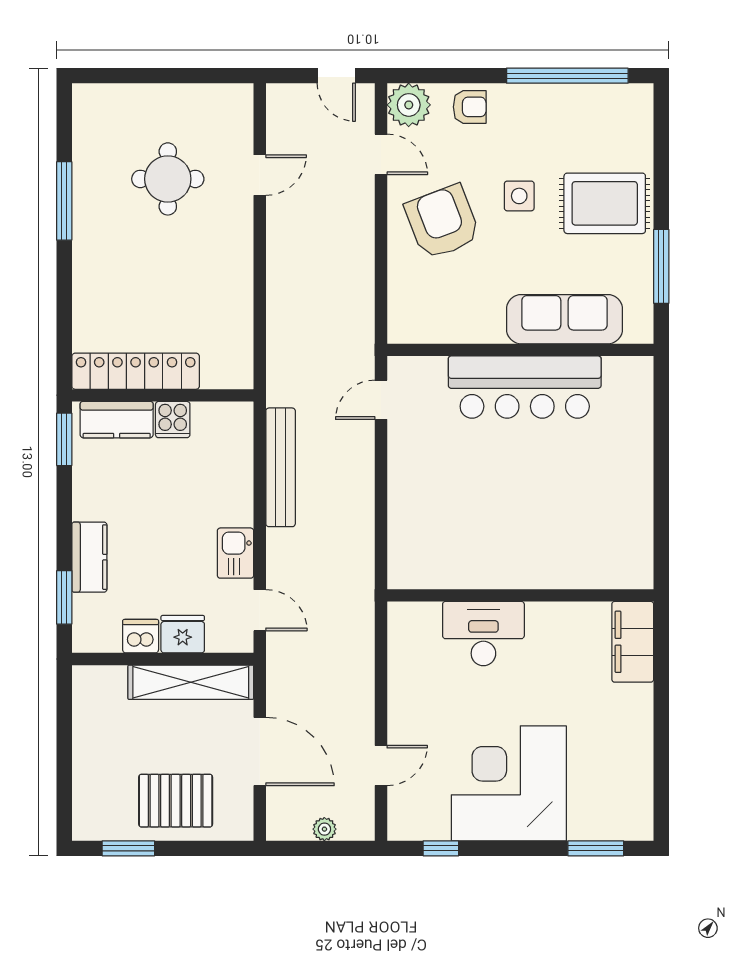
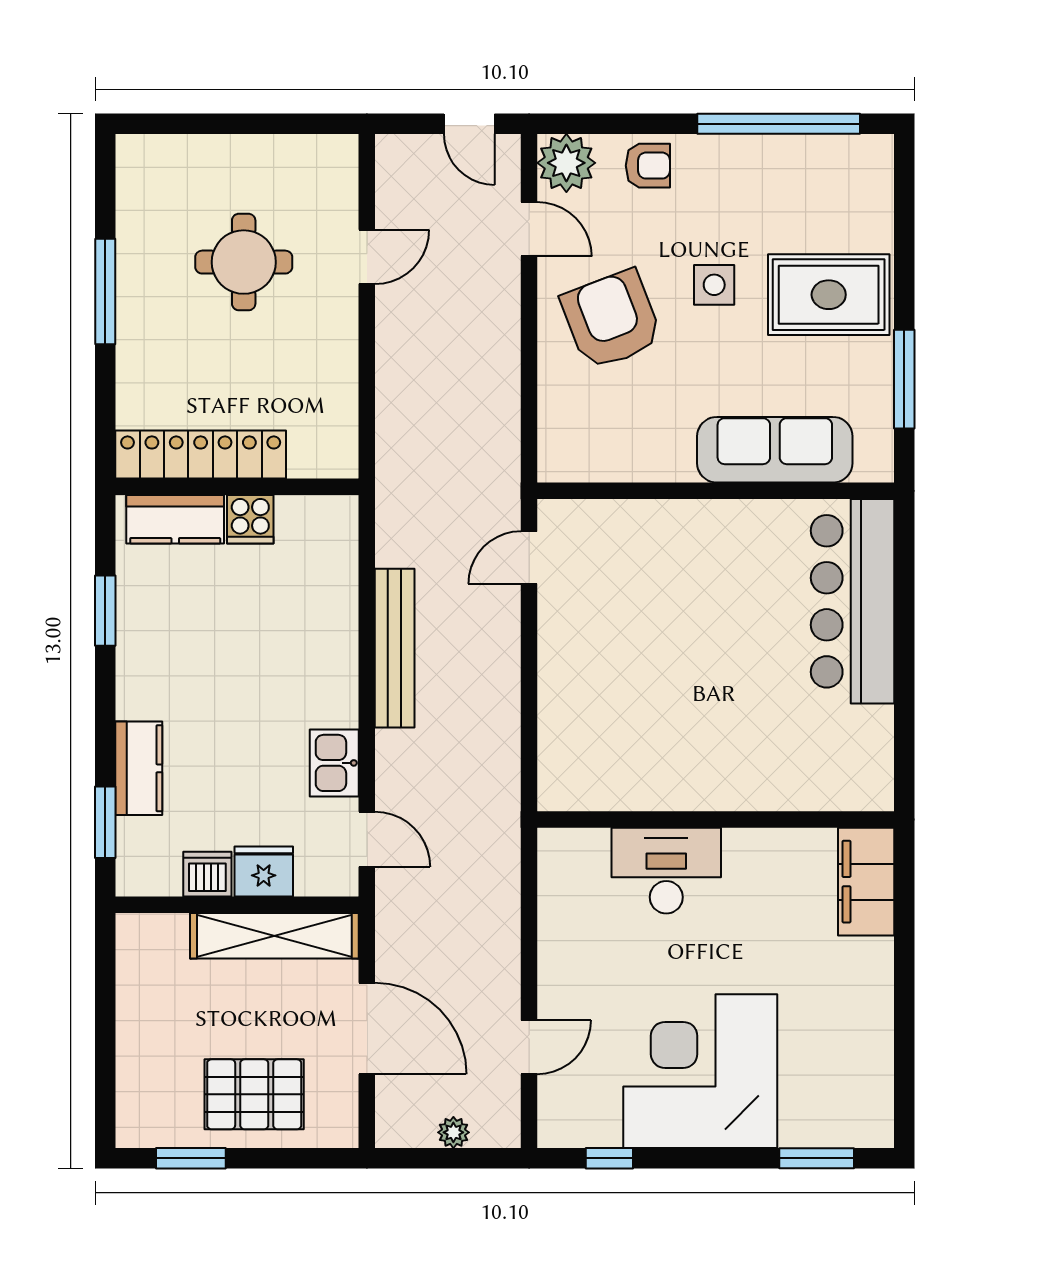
locker: (136, 371) -> (201, 455), moved
bar counter: (525, 387) -> (853, 601), moved, turned 90
wall: (163, 395) -> (237, 487), moved
kitchen counter: (117, 420) -> (175, 519), moved
cooker: (173, 420) -> (250, 519), moved

